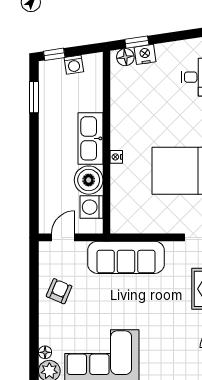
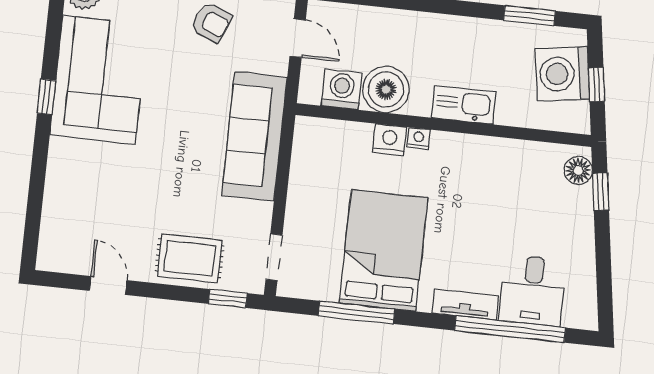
window: (54, 54) -> (596, 85), moved
nightstand: (145, 54) -> (390, 140), moved, turned -82
washing machine: (74, 65) -> (562, 74), width x1.89, depth x1.89
kitchen sink: (90, 138) -> (464, 105), width x0.73, depth x0.81

